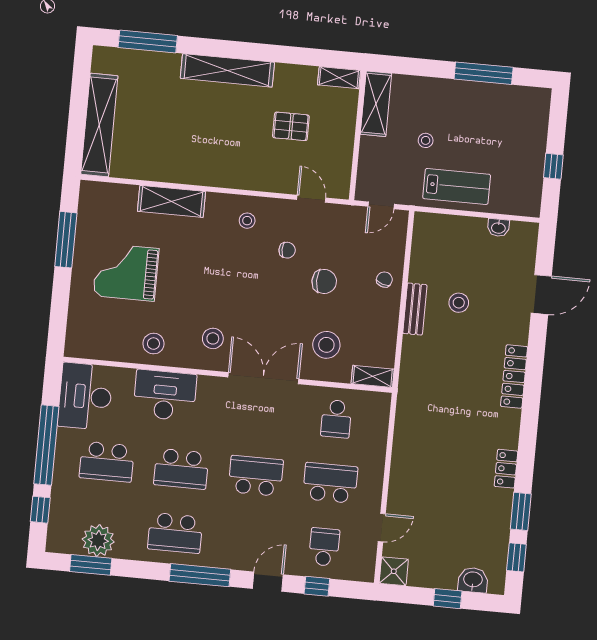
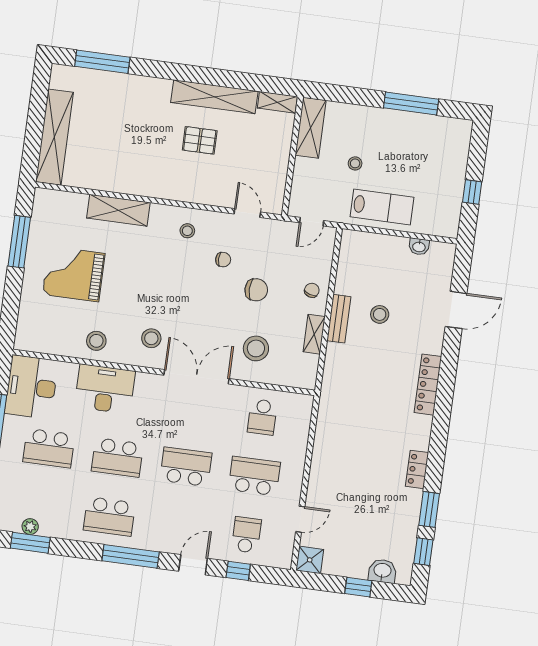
shelving: (227, 70) -> (214, 97), moved
pallet: (291, 126) -> (200, 140), moved
shelving: (373, 376) -> (314, 334), moved, turned 90
plant: (98, 540) -> (30, 527), width x0.53, depth x0.53

